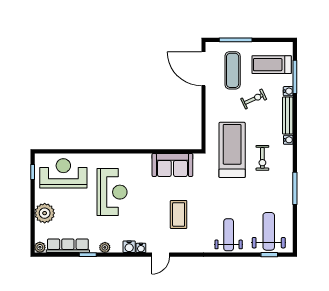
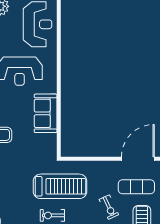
sofa: (172, 165) -> (46, 113), moved

